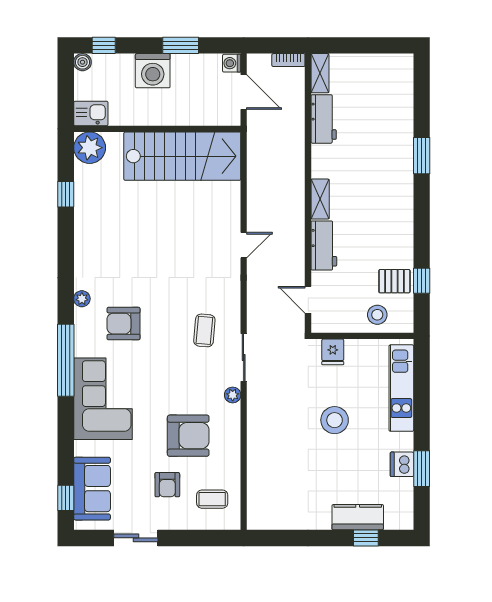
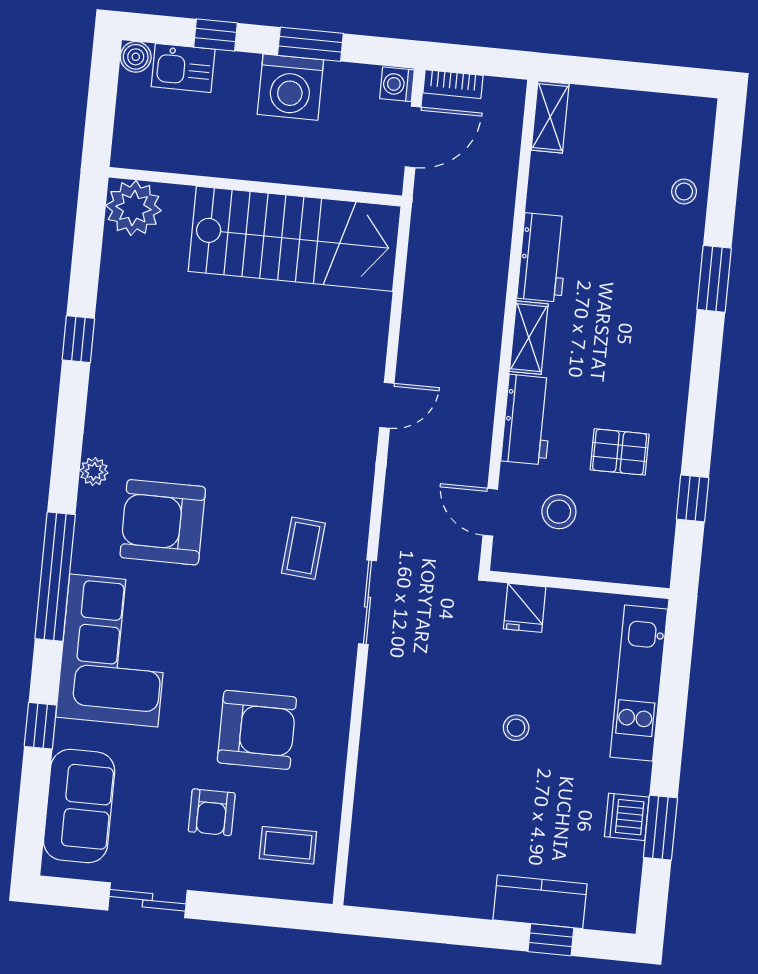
window: (104, 45) -> (215, 35), moved
bookcase: (288, 60) -> (453, 84), moved
washing machine: (153, 71) -> (290, 87), moved
door: (244, 92) -> (413, 137), hinge flipped
stool: (400, 108) -> (684, 191), added
kitchen sink: (91, 113) -> (183, 68), moved, turned 180
workbench: (324, 119) -> (543, 257), moved
window: (66, 194) -> (78, 339), moved
pallet: (394, 281) -> (620, 452), moved
stool: (377, 315) -> (559, 512), moved
armchair: (124, 324) -> (163, 522), width x1.36, depth x1.36
plant: (233, 395) -> (342, 666), removed
stool: (335, 420) -> (516, 728), width x0.53, depth x0.53
window: (66, 498) -> (40, 726), moved

